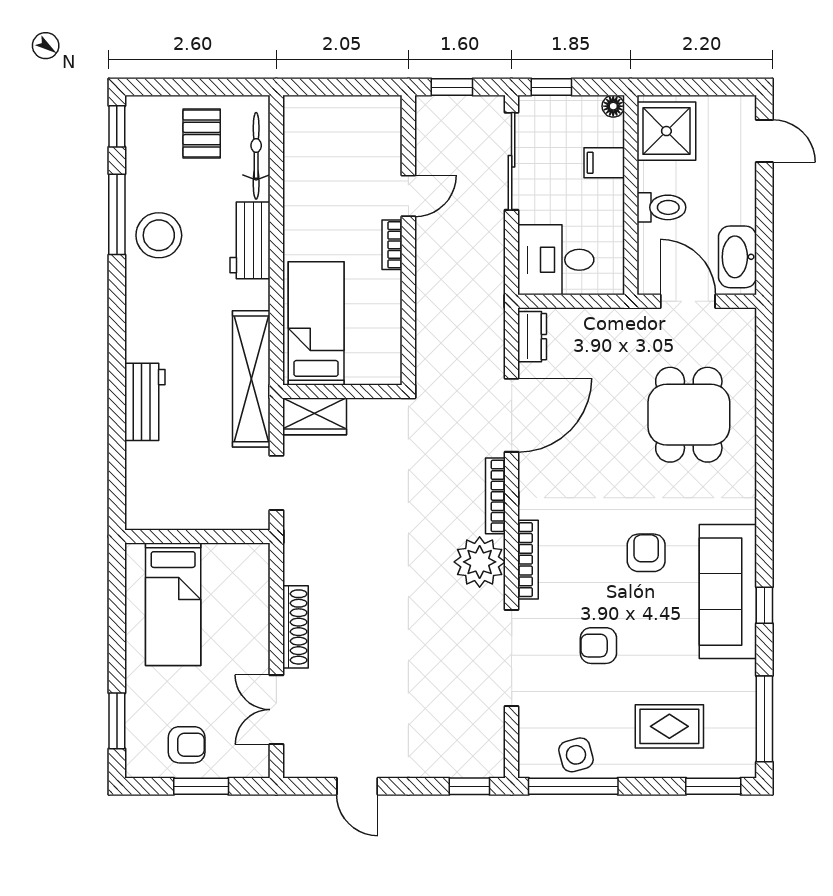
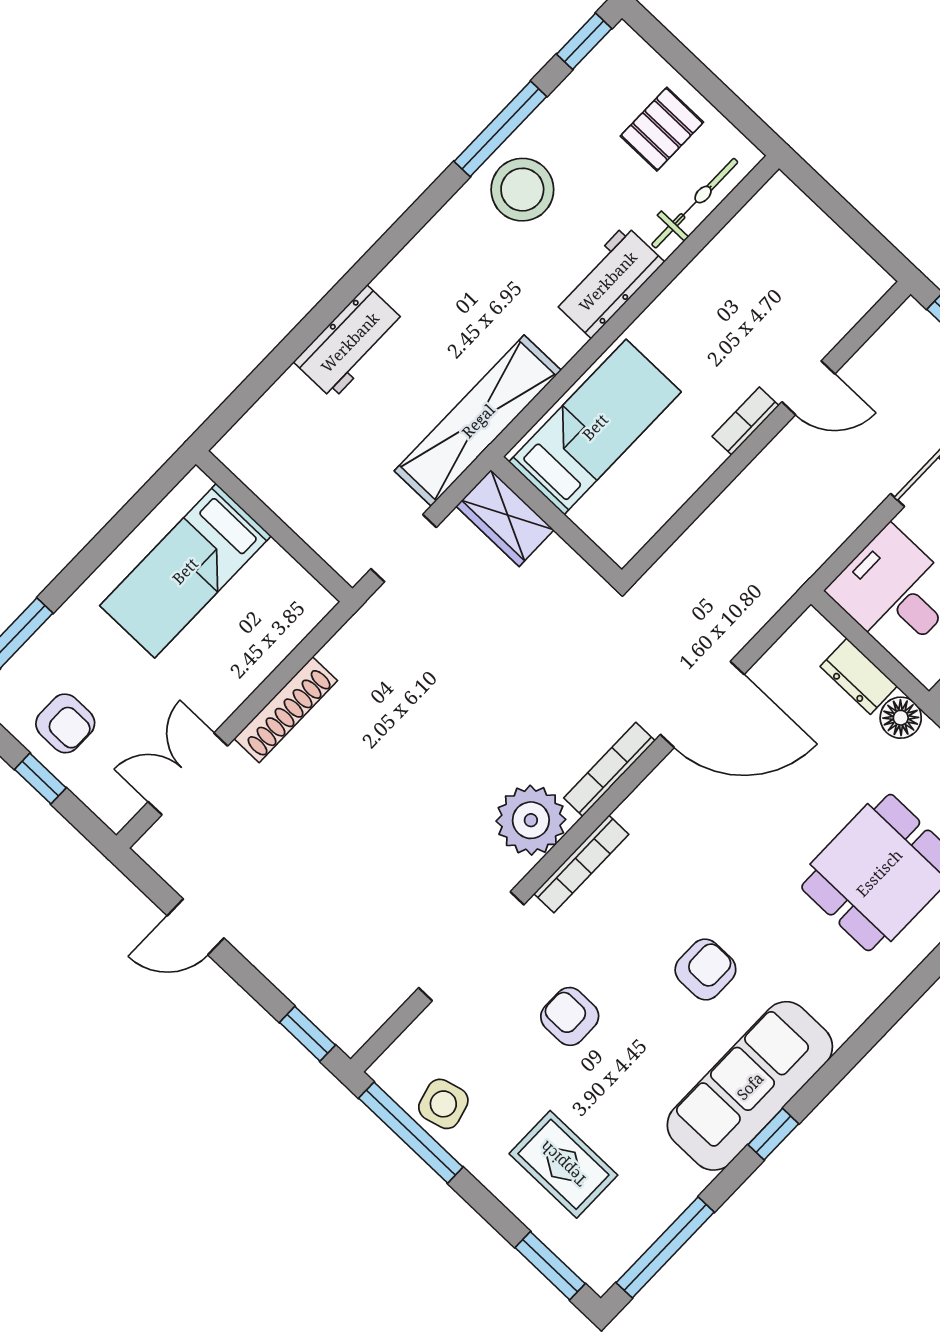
floor lamp: (622, 323) -> (901, 718), added
dresser: (532, 337) -> (859, 676), moved, turned 90
window: (201, 786) -> (40, 779), width x0.67
door: (357, 786) -> (196, 927), hinge flipped

